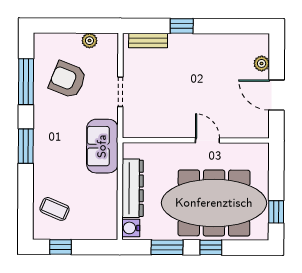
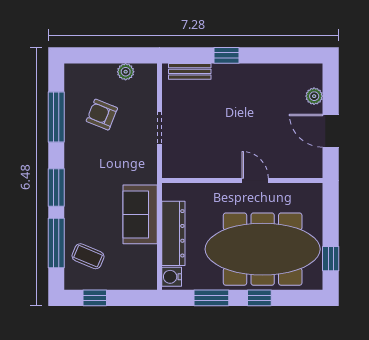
armchair: (68, 80) -> (102, 115), width x0.72, depth x0.72
sofa: (102, 146) -> (140, 214), moved
window: (26, 197) -> (56, 243), added

